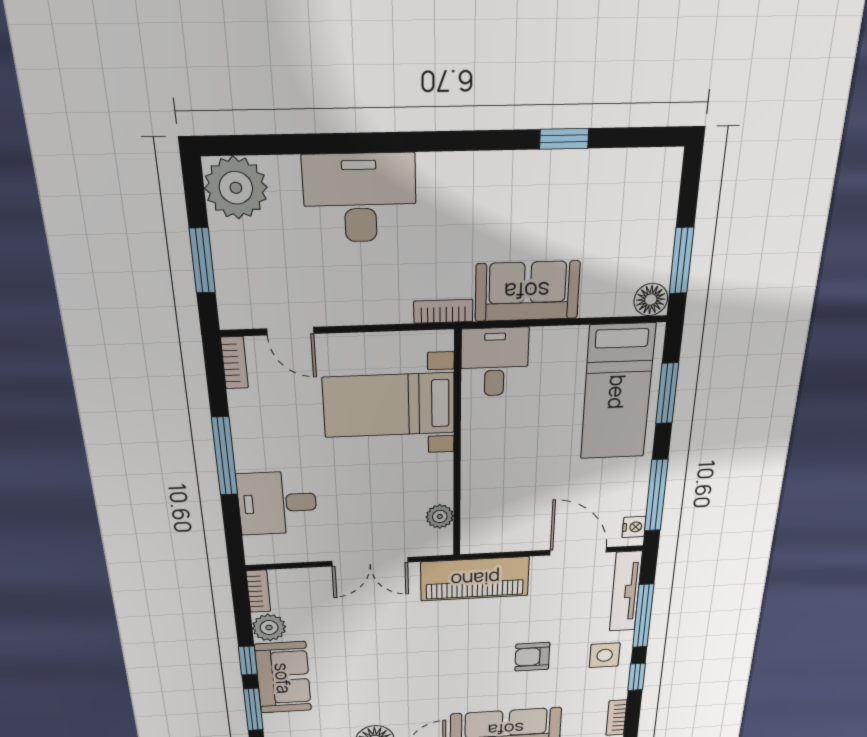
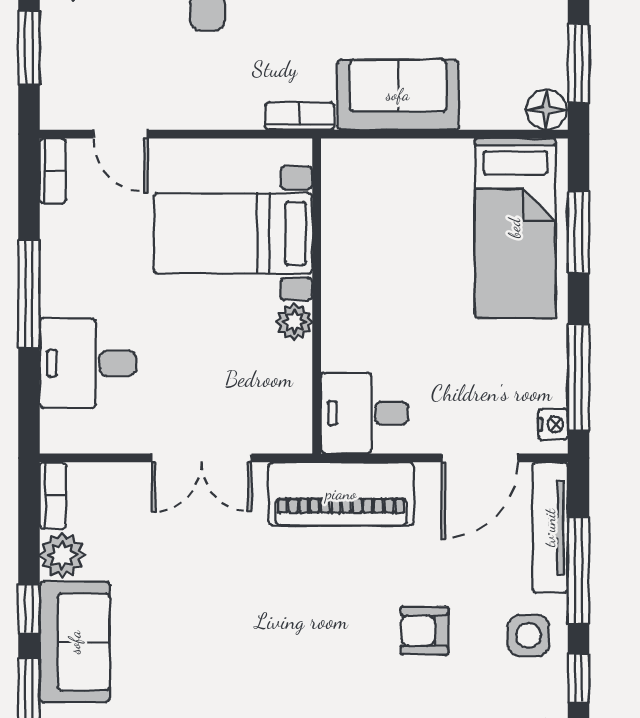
desk: (495, 362) -> (364, 413), moved, turned -90
plant: (440, 516) -> (294, 322), moved
door: (578, 551) -> (480, 458), swing flipped

